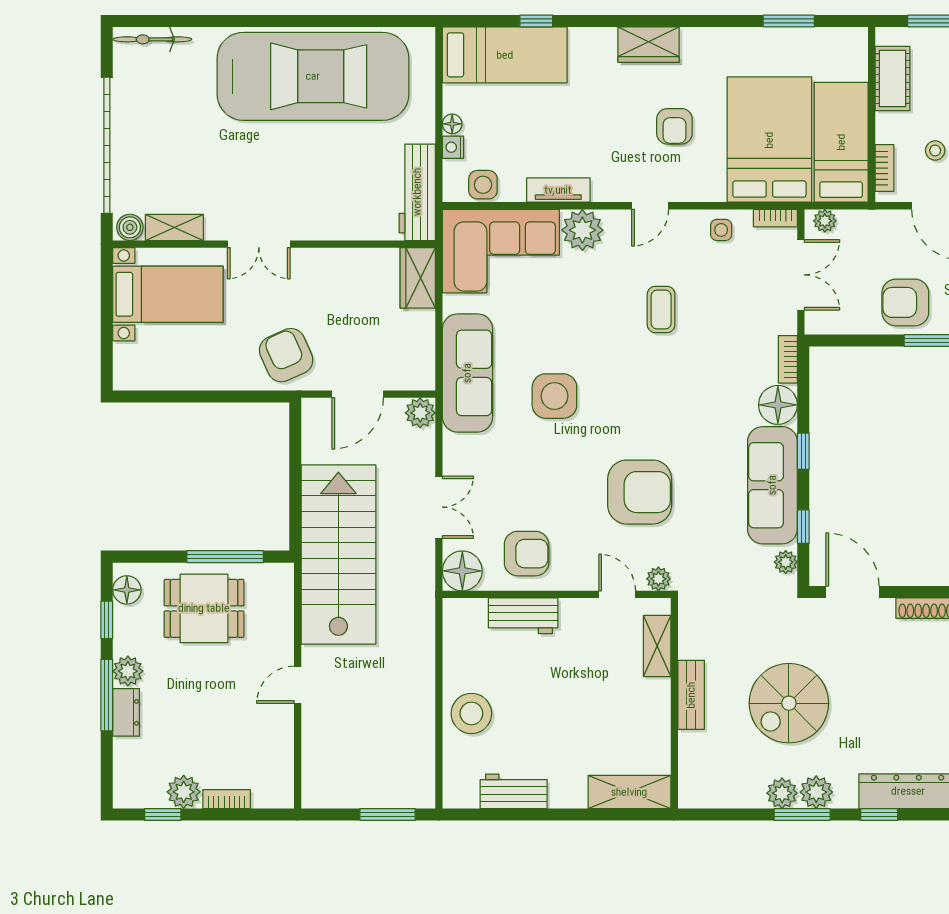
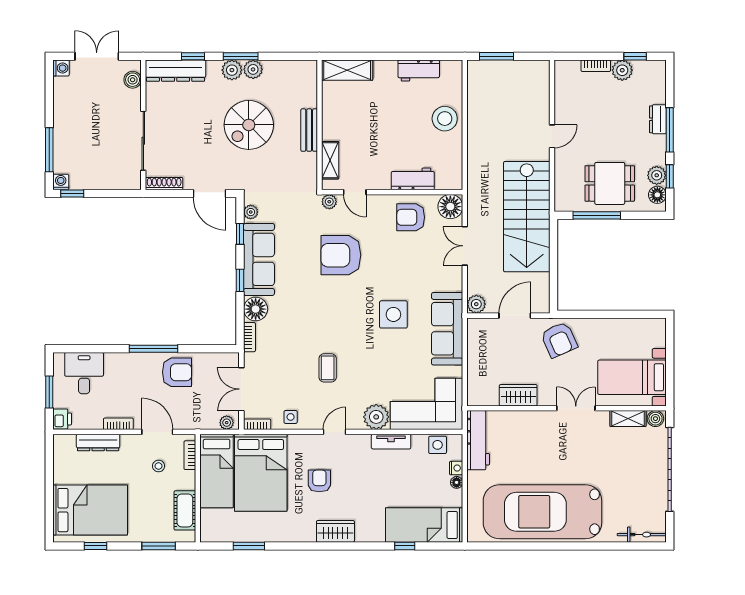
wardrobe: (418, 278) -> (518, 395), moved, turned -90
plant: (128, 671) -> (657, 175), moved
spiral stairs: (789, 703) -> (249, 125), turned 180

